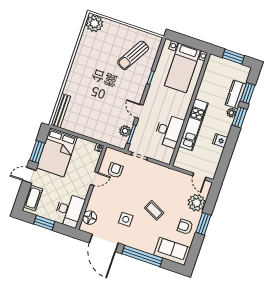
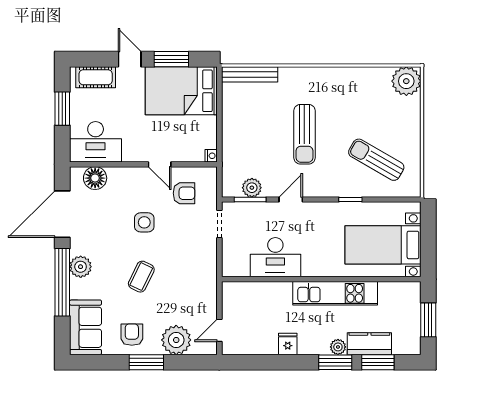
sun lounger: (105, 91) -> (304, 134), added
kitchen unit: (194, 125) -> (335, 293), moved
side table: (126, 219) -> (144, 222), moved
plant: (137, 243) -> (81, 267), added

